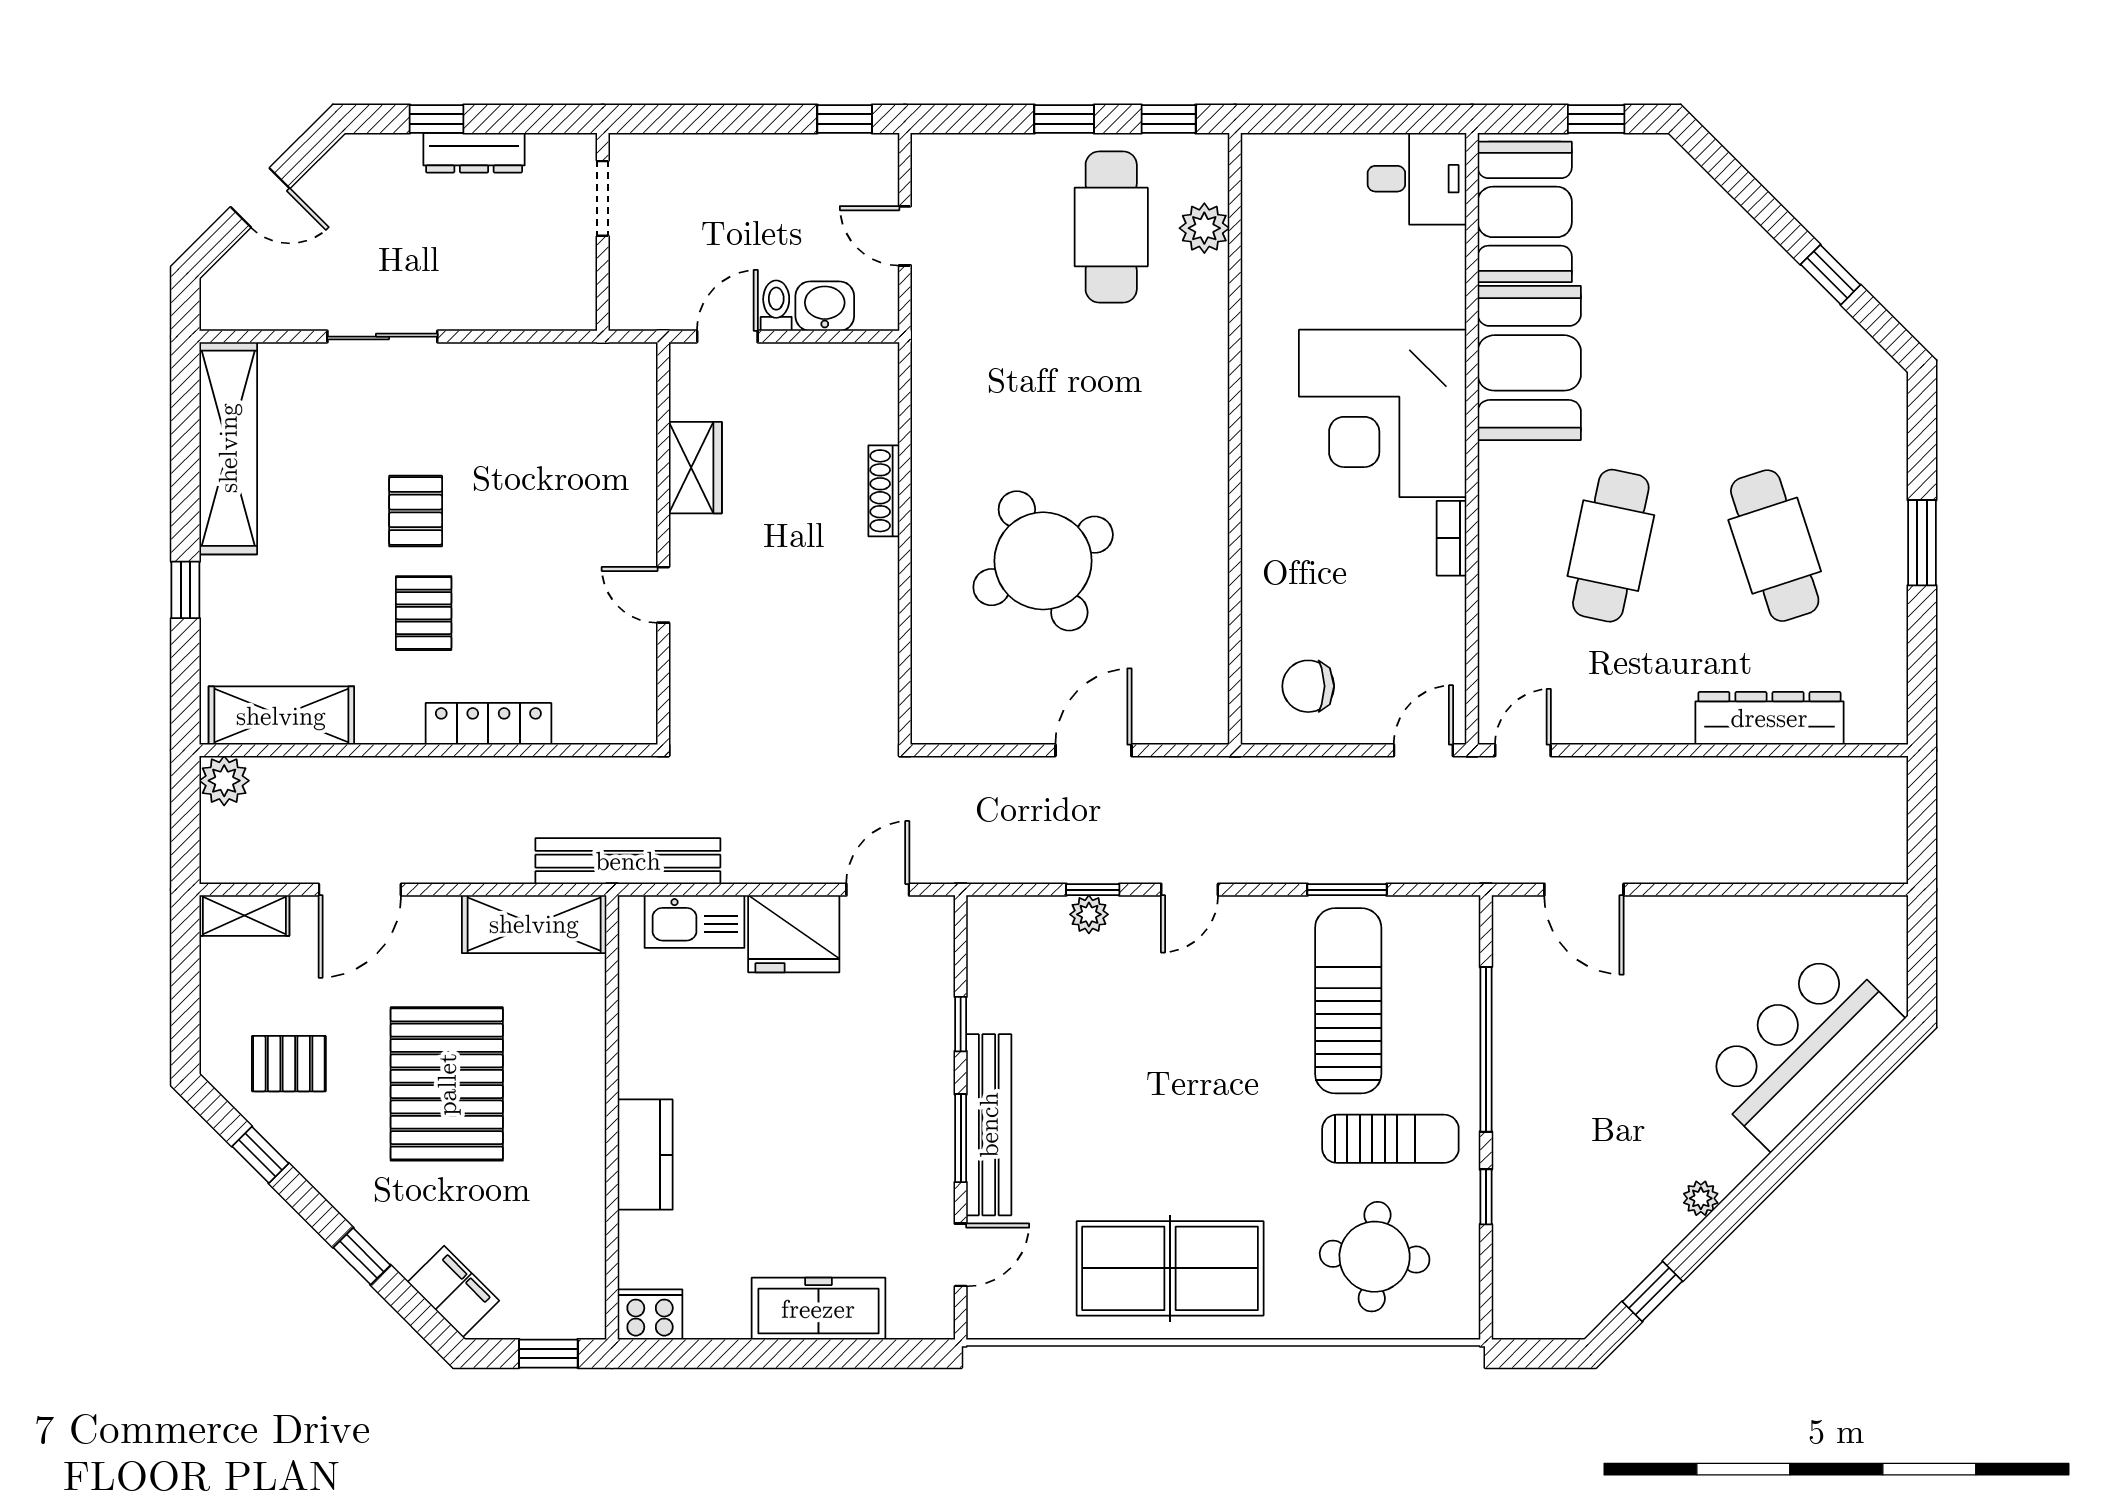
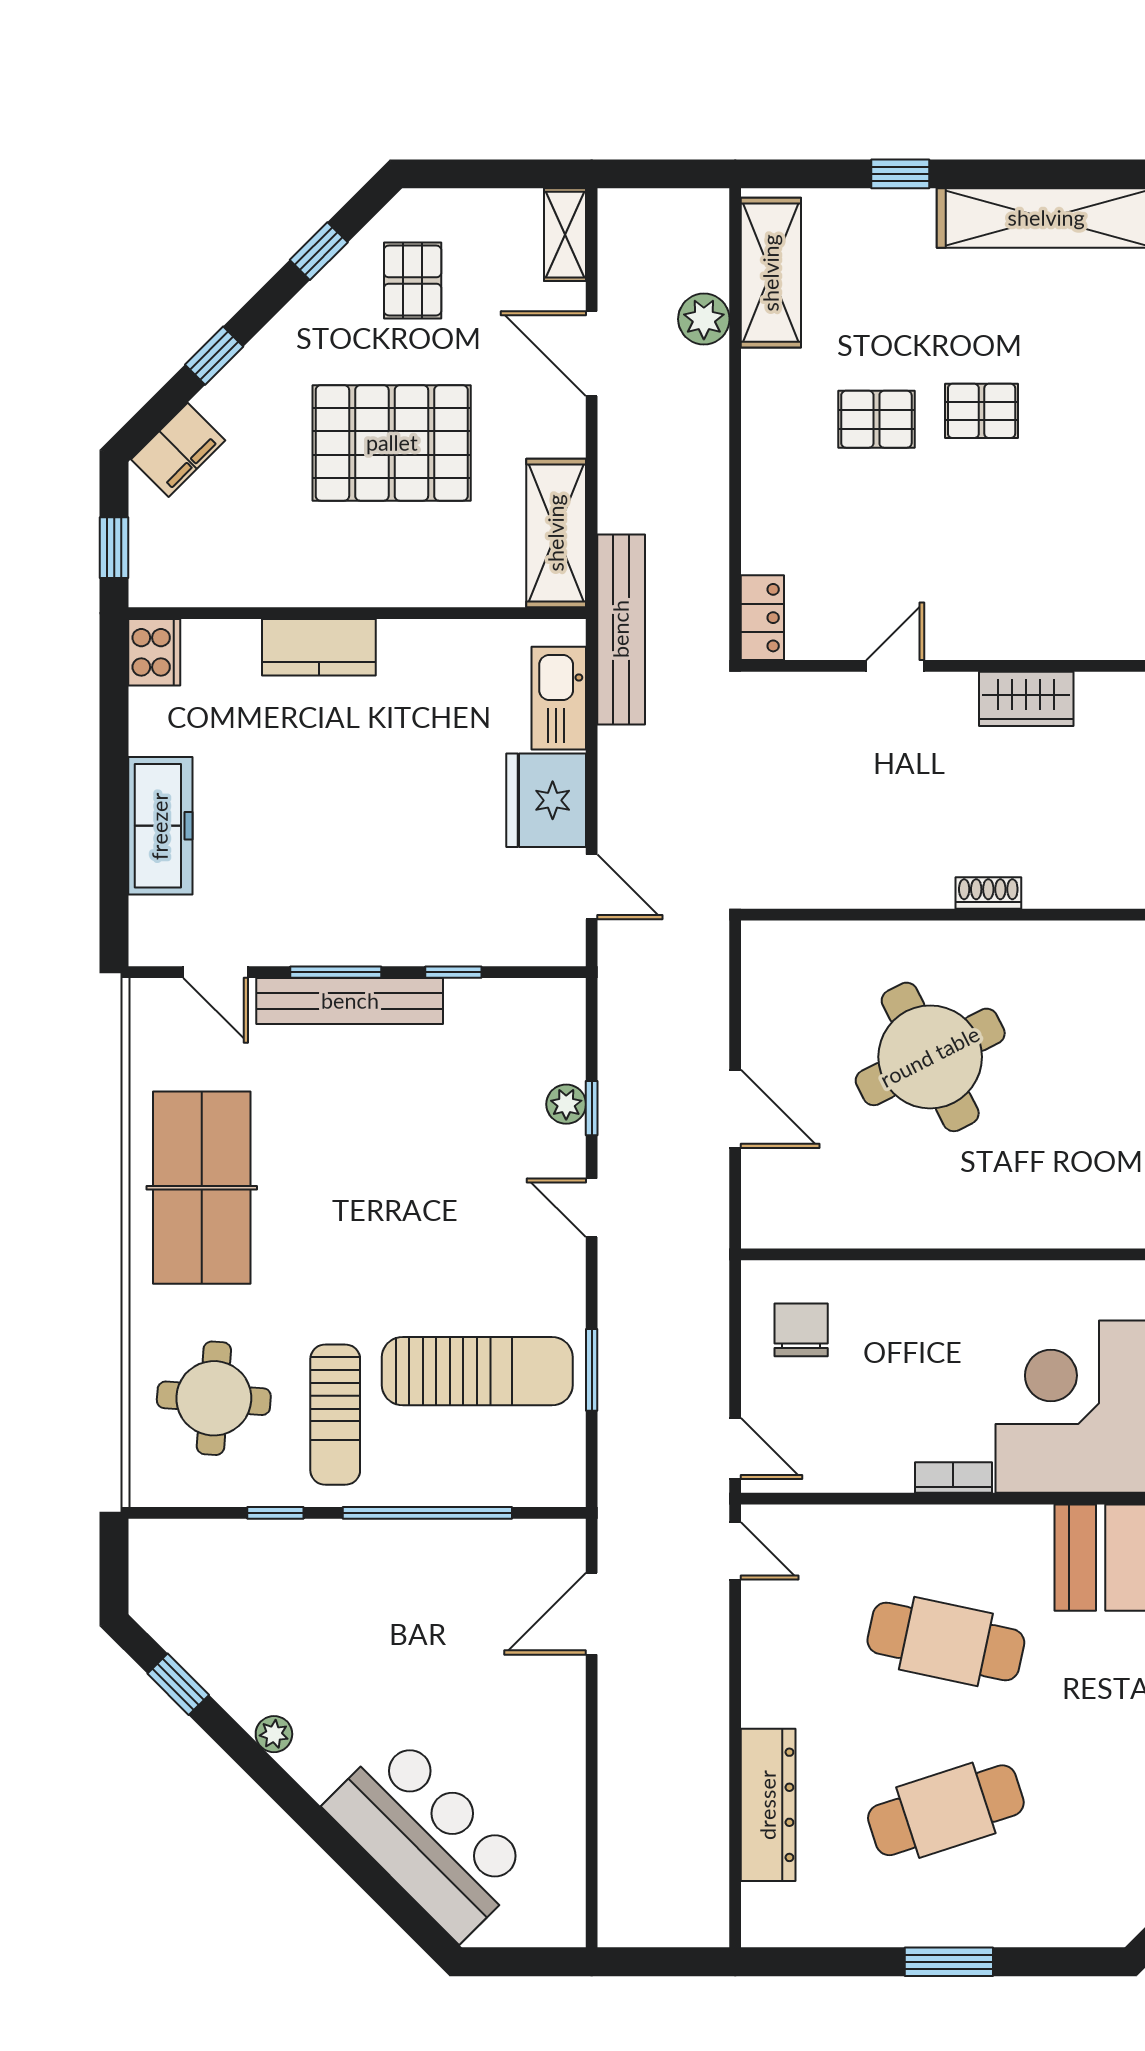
shoe rack: (884, 491) -> (988, 893), width x0.70
locker: (488, 724) -> (762, 618), moved, width x0.66
plant: (224, 781) -> (704, 319), moved

